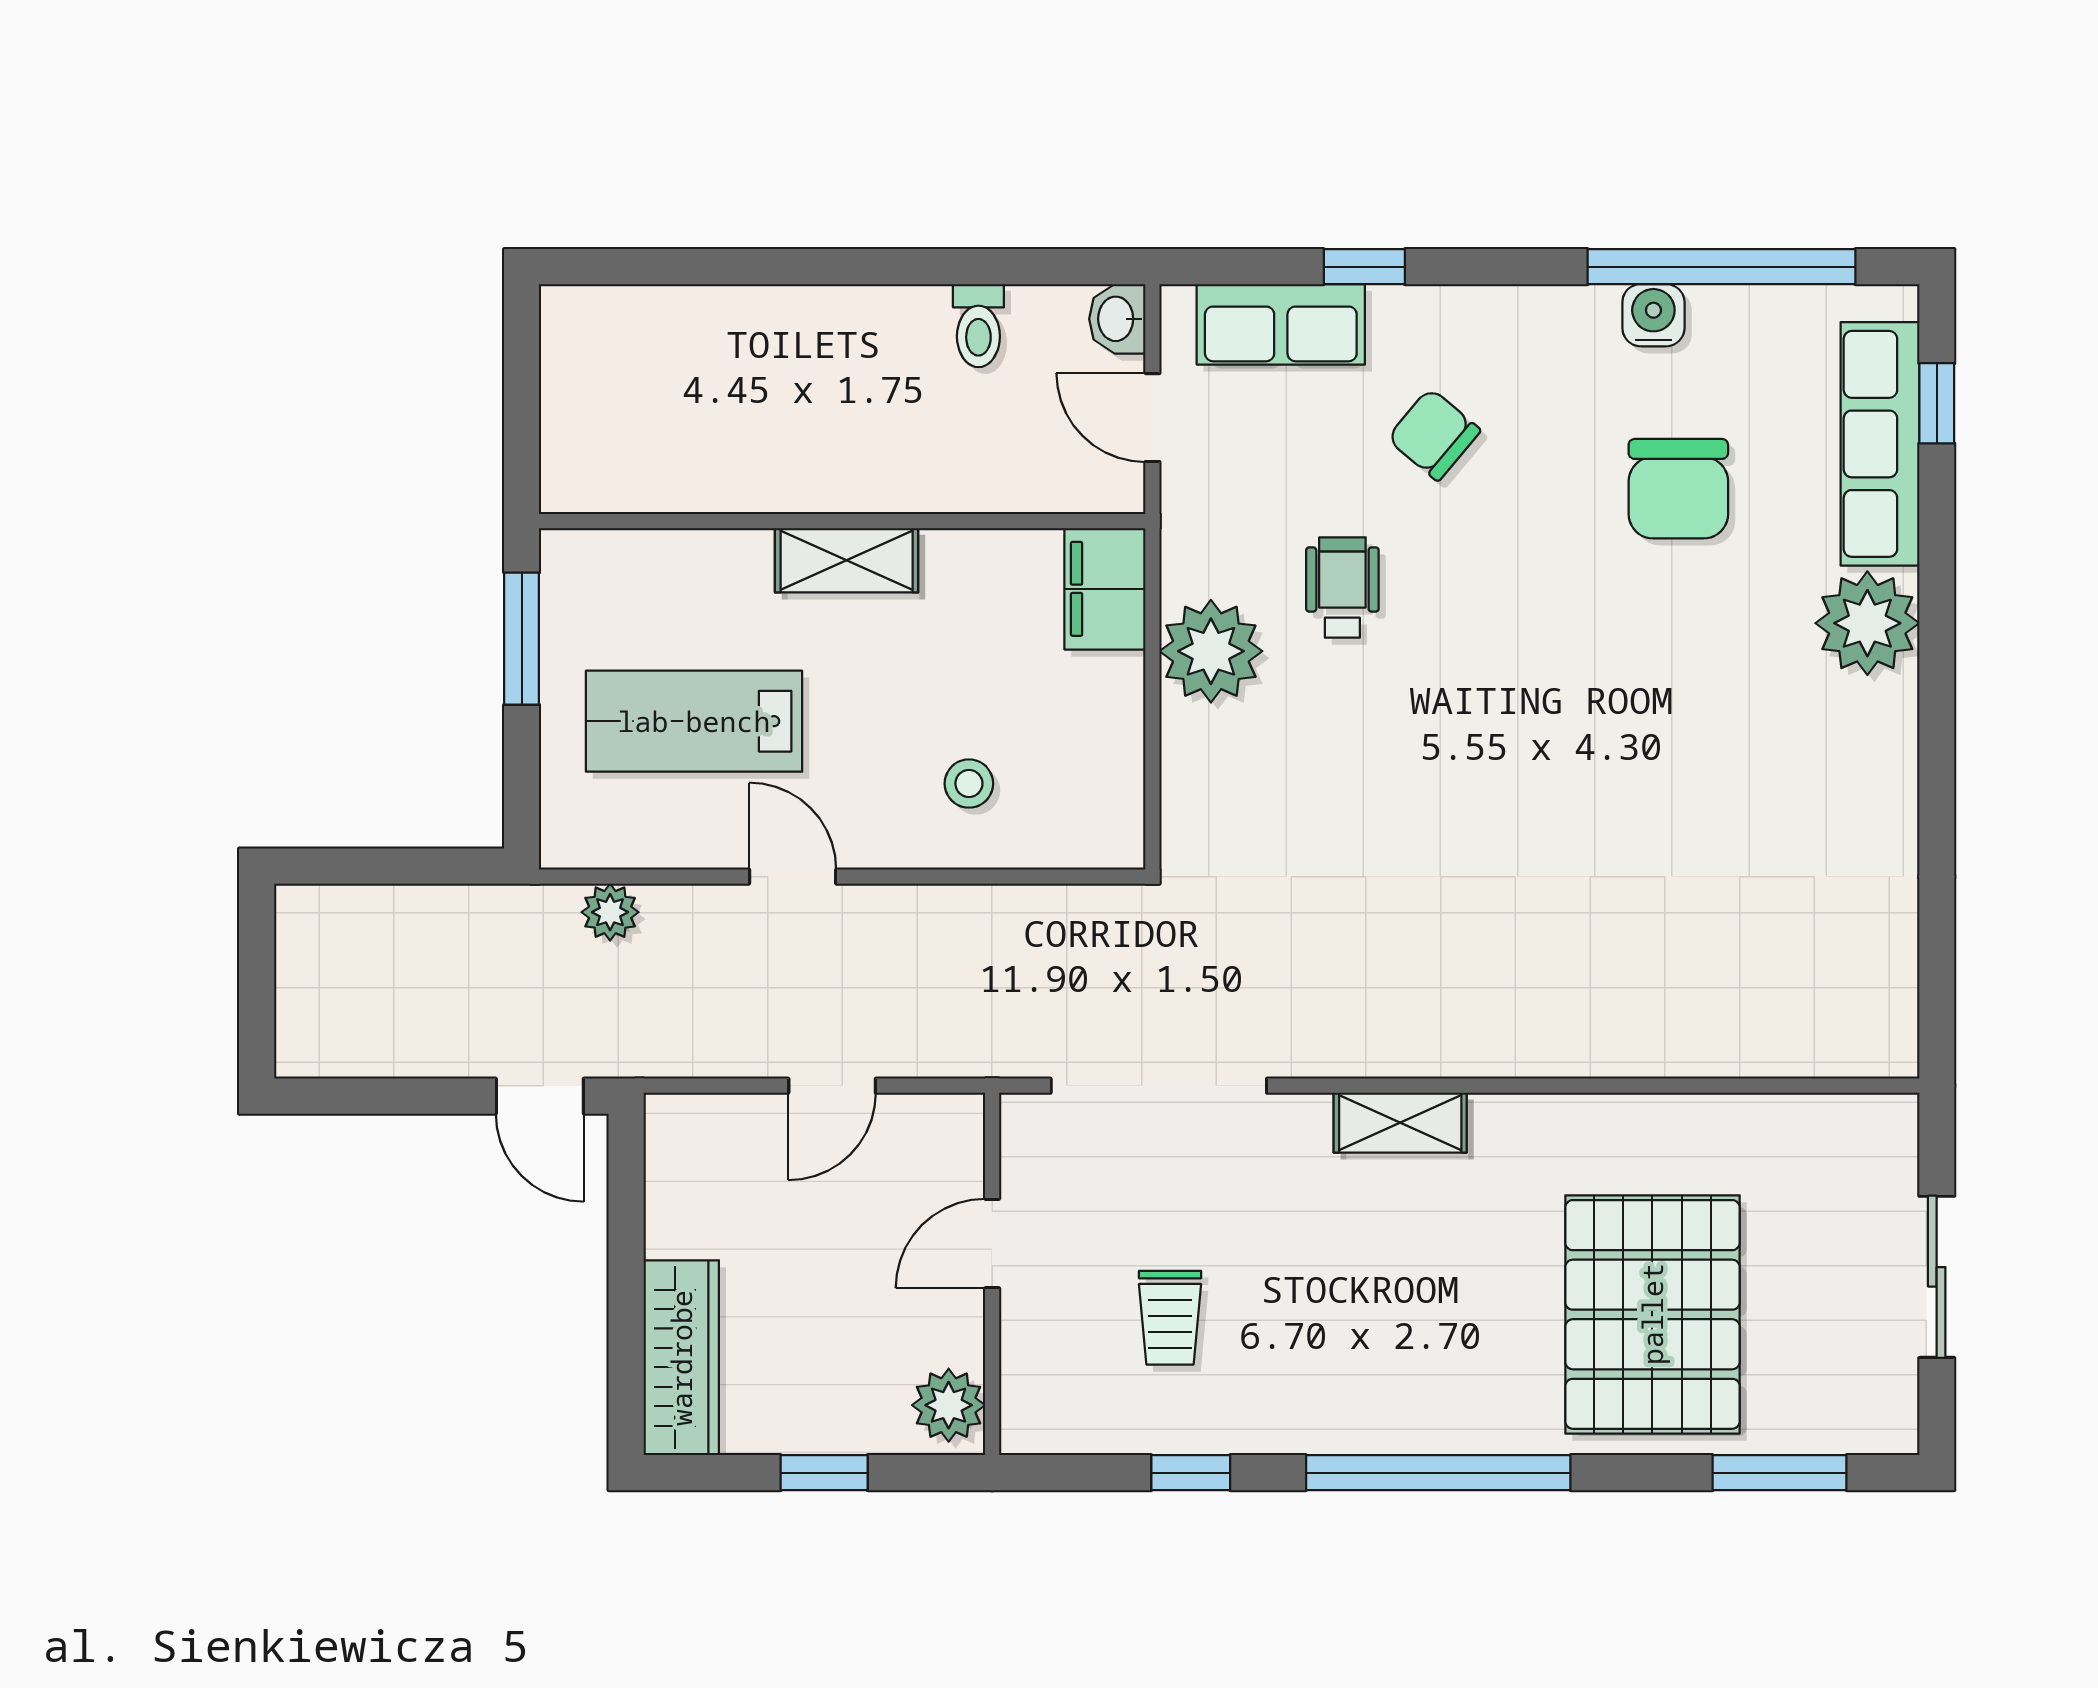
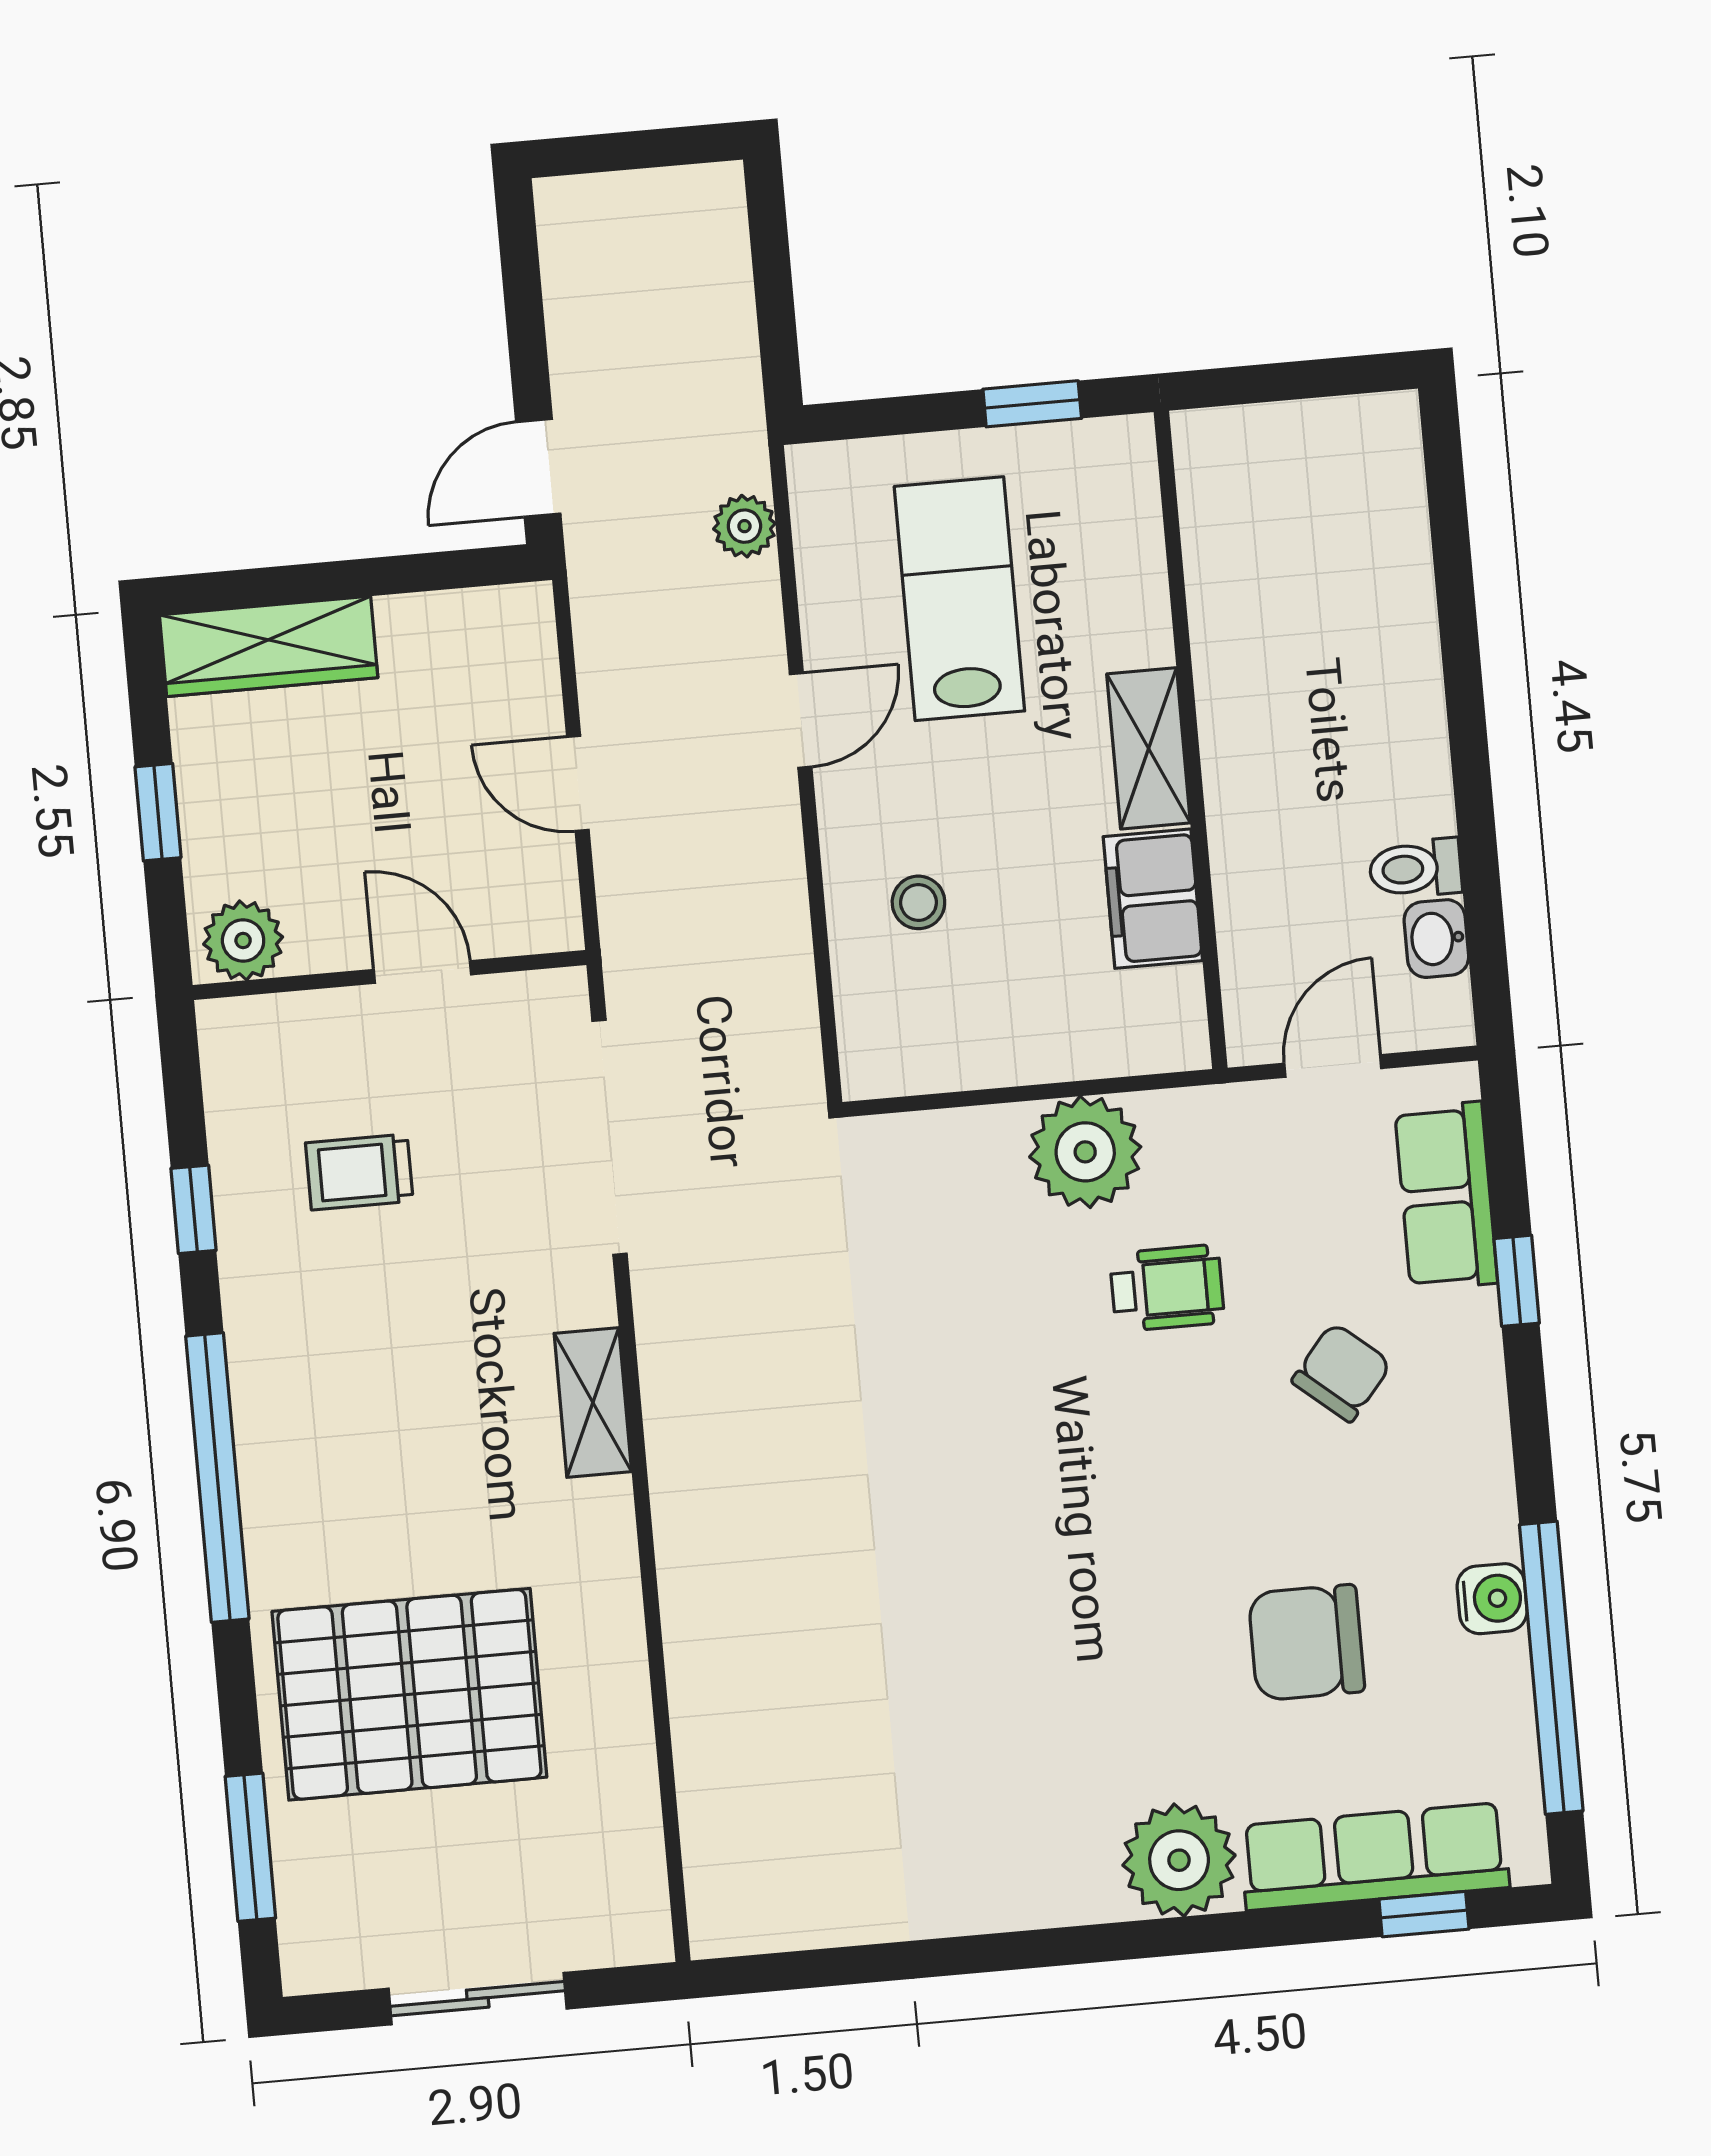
washbasin: (1117, 319) -> (1436, 939), moved, turned -90
filing cabinet: (1105, 589) -> (1153, 899), moved, turned -90
window: (522, 639) -> (1032, 404), width x0.67

